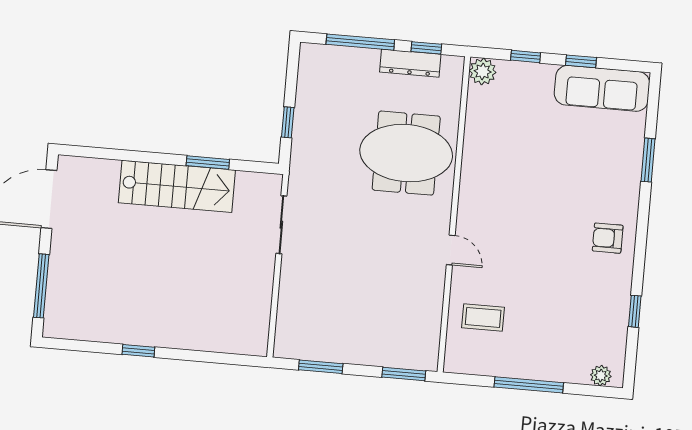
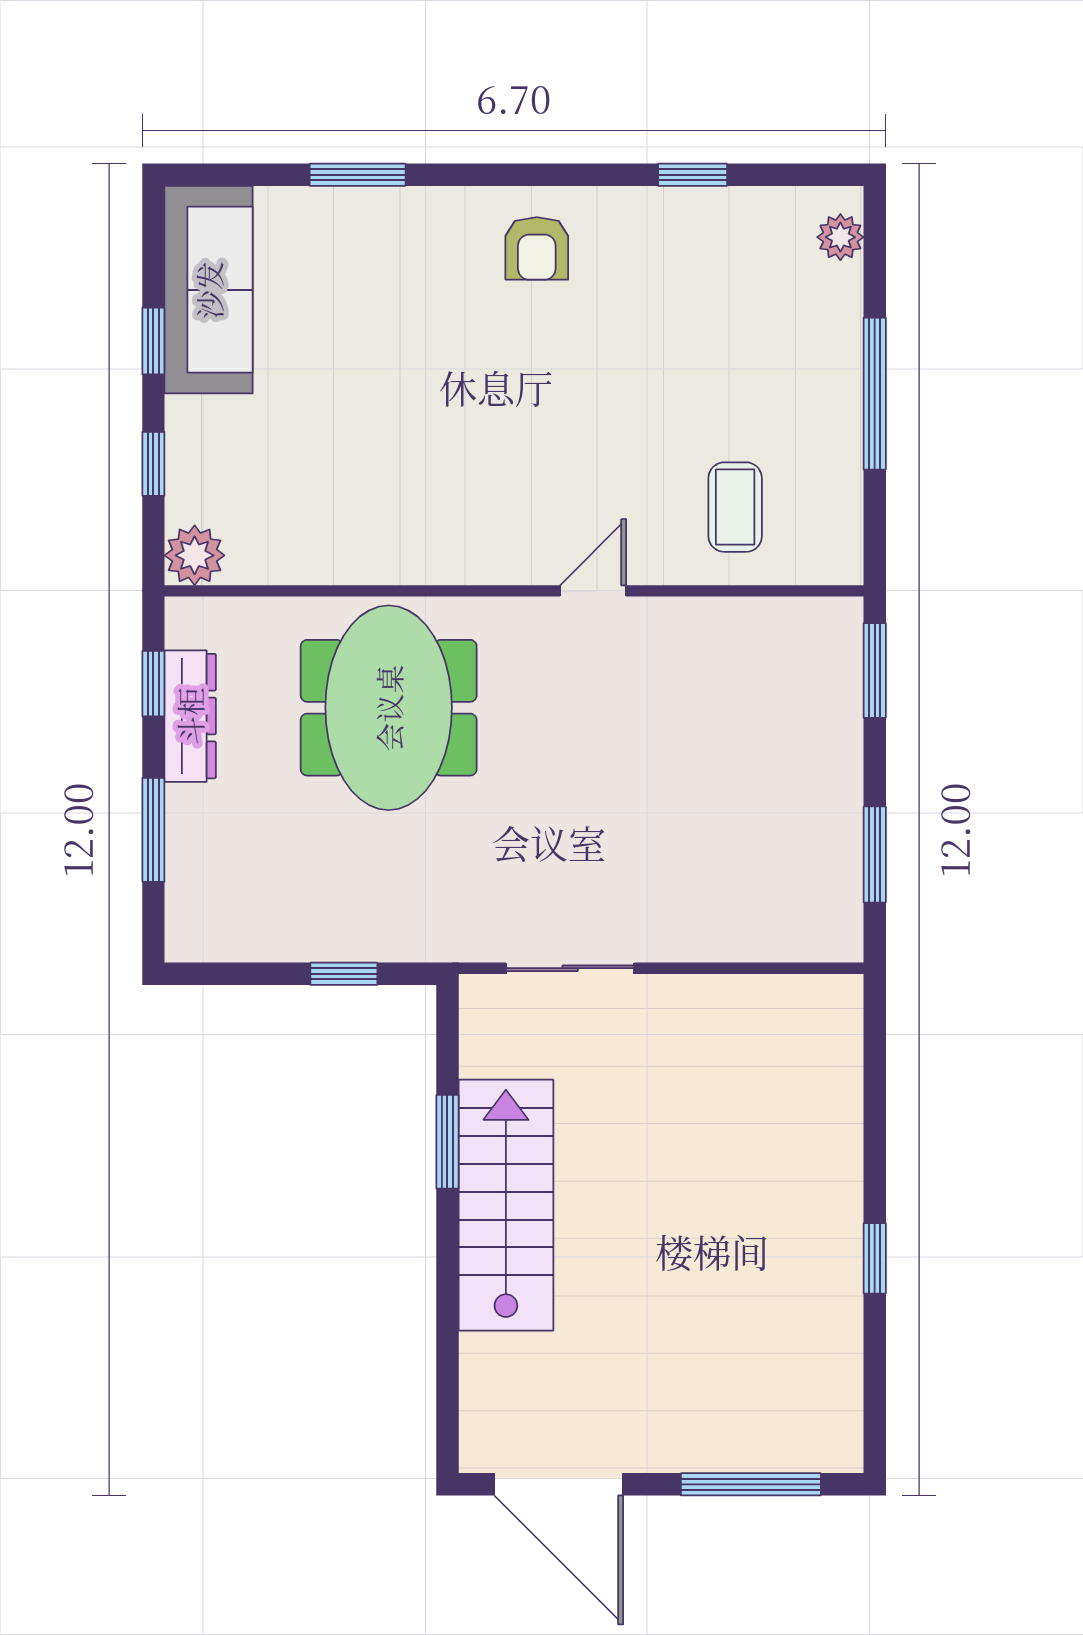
window: (360, 42) -> (153, 830), width x0.69

